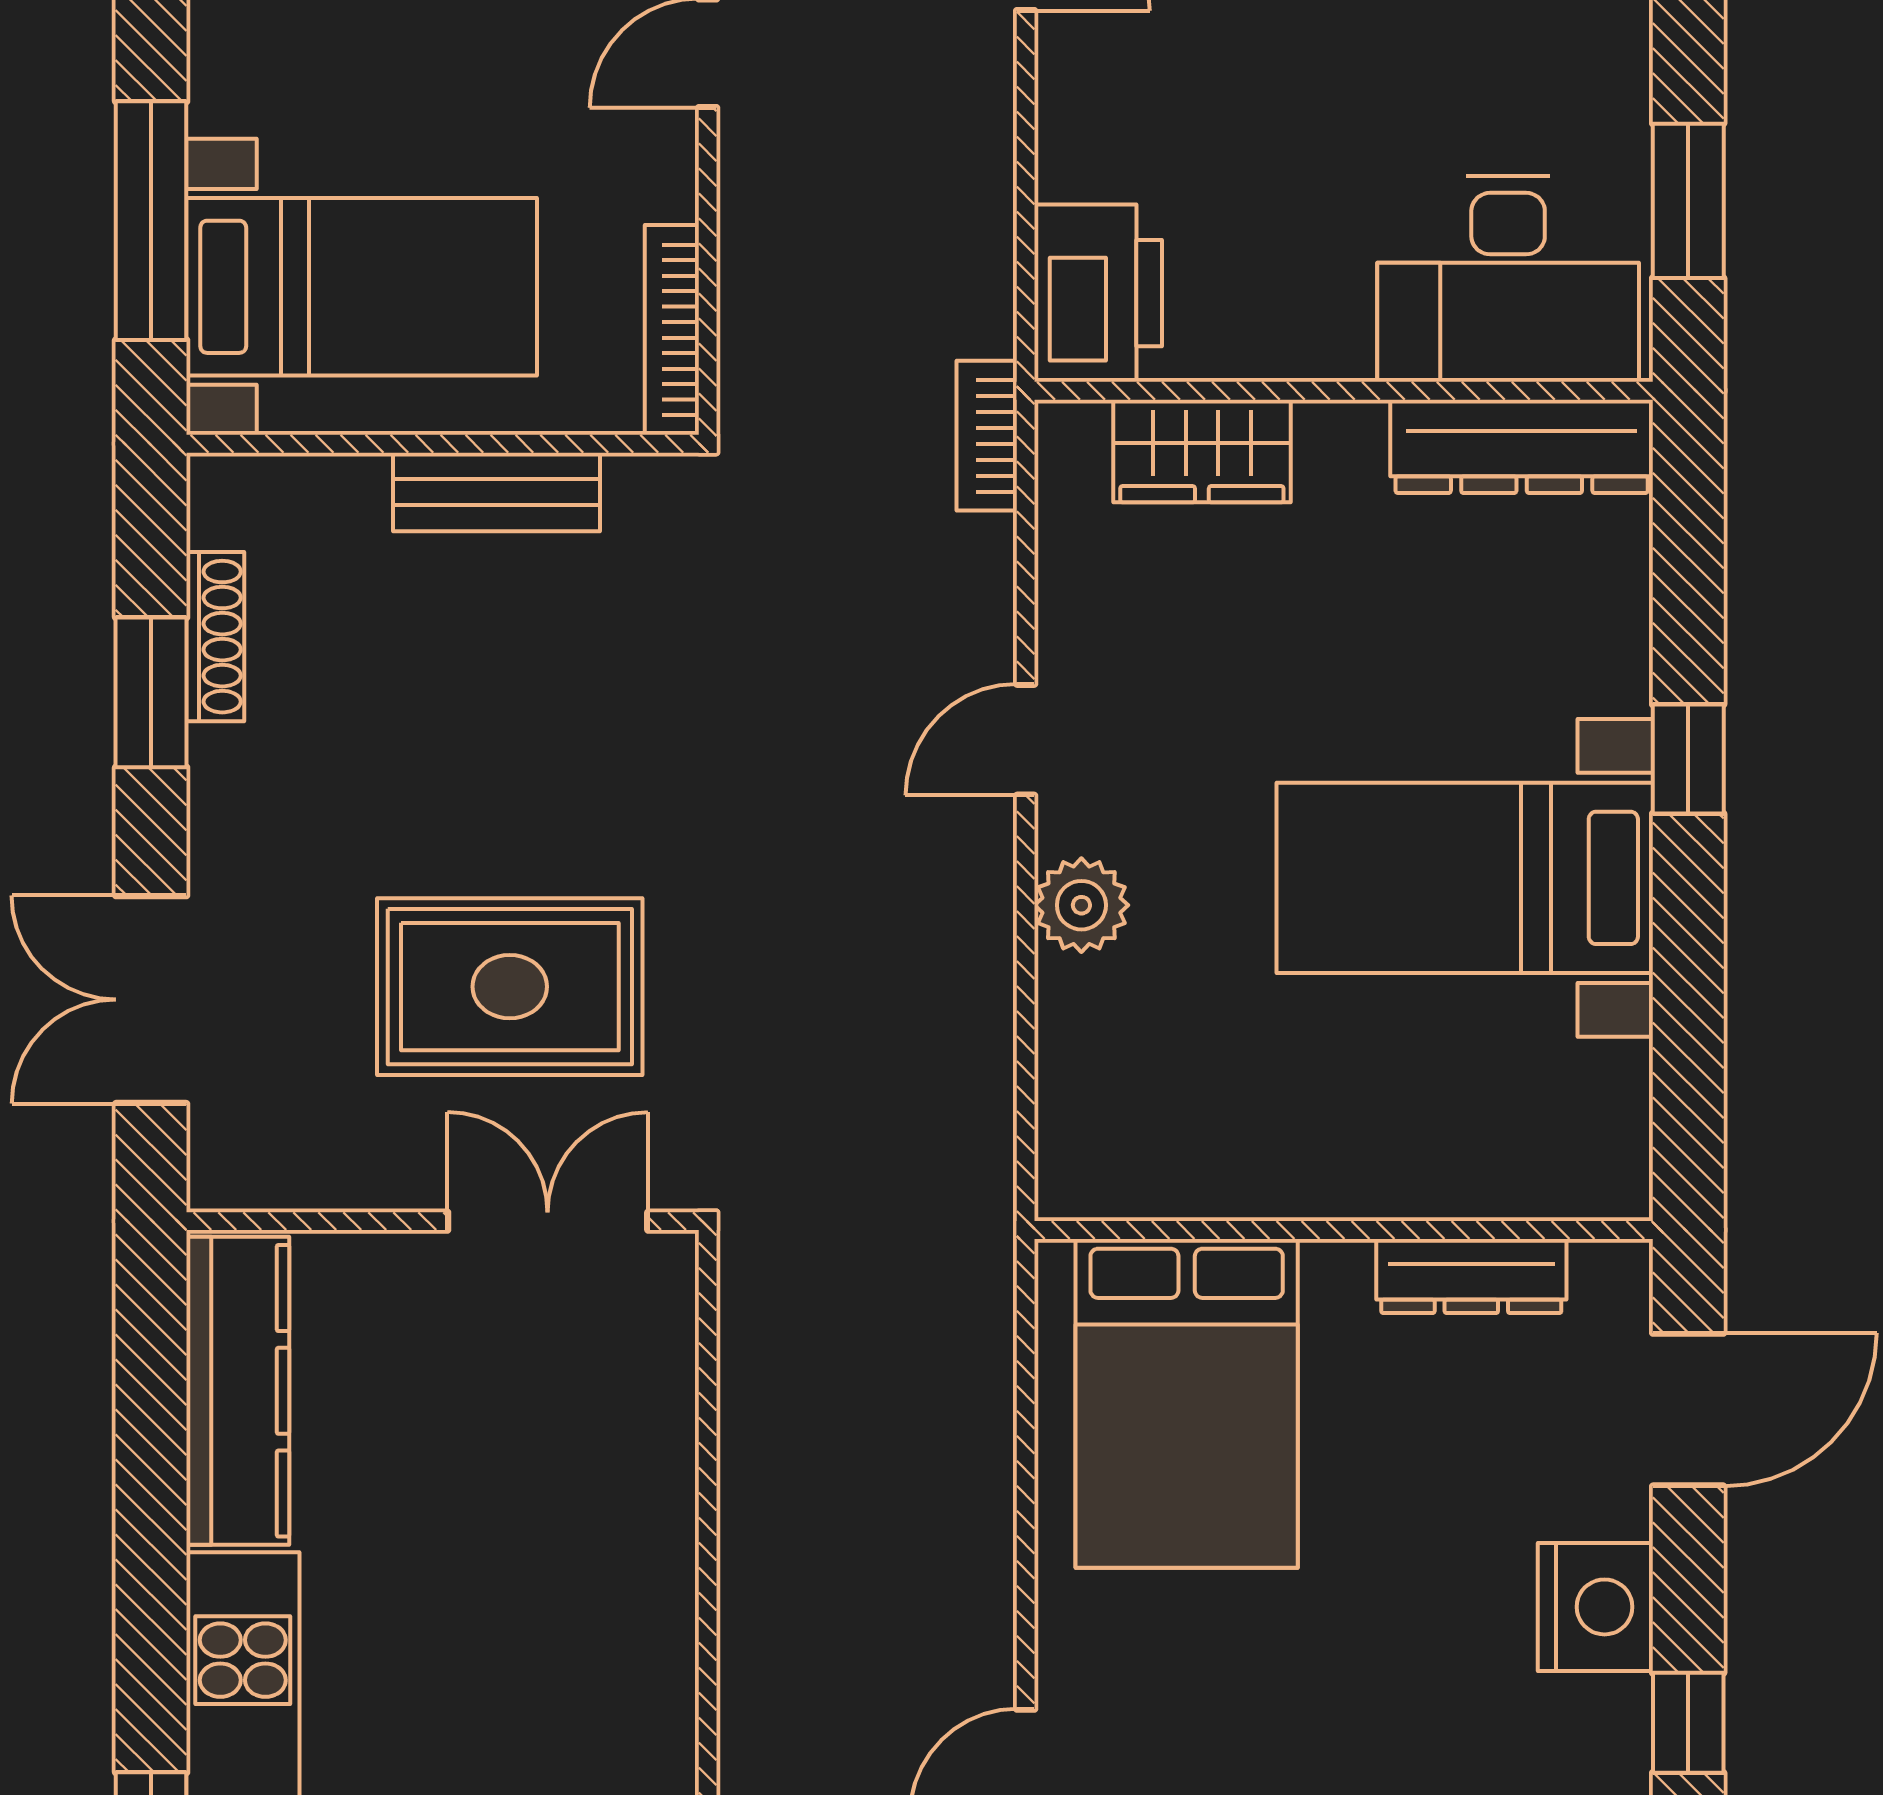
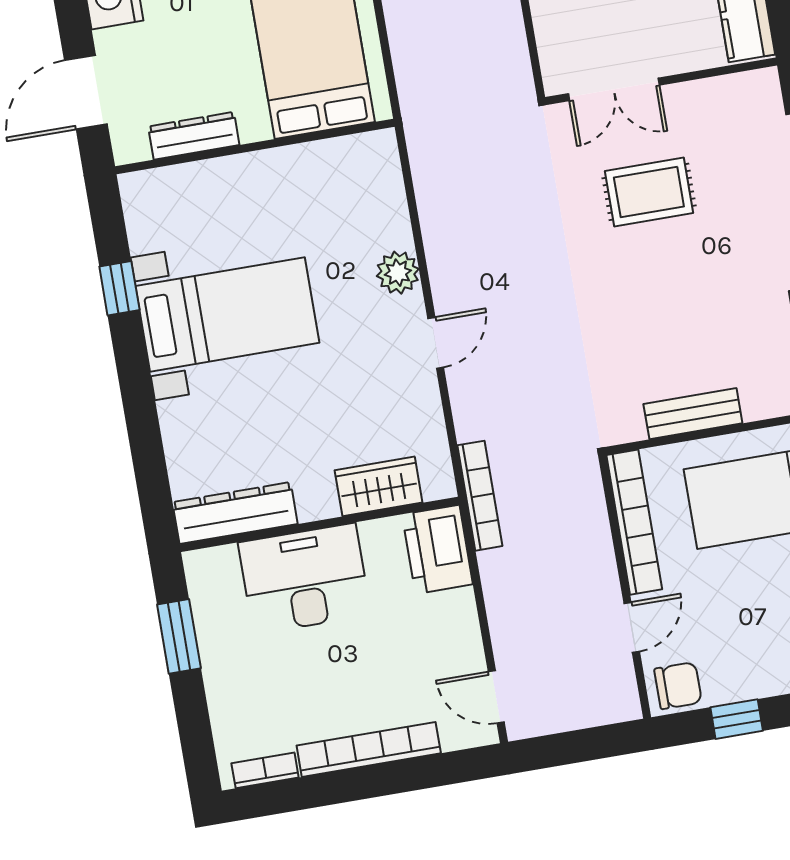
desk: (1508, 279) -> (304, 579), moved
bookcase: (672, 330) -> (634, 522), width x1.48, depth x1.31
bookcase: (987, 436) -> (480, 496), width x1.56
window: (1688, 759) -> (119, 288), moved
rug: (510, 987) -> (649, 192), width x0.73, depth x0.70

